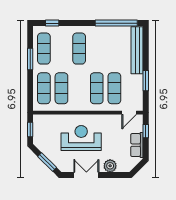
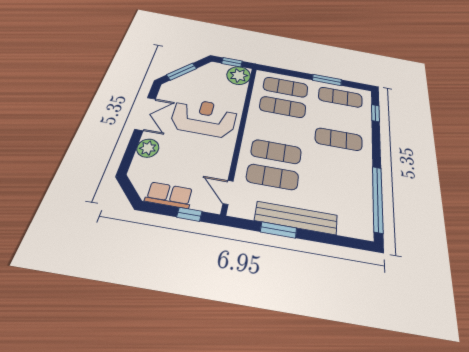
bench: (137, 50) -> (296, 218), moved
plant: (41, 123) -> (239, 75), added
reception desk: (81, 138) -> (204, 117), turned -90

